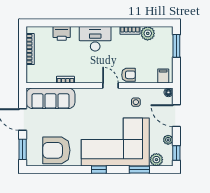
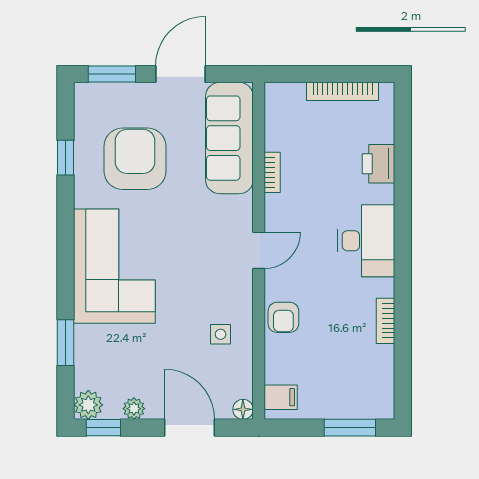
plant: (148, 33) -> (379, 362), removed
door: (110, 86) -> (259, 250), moved
door: (176, 116) -> (190, 428), hinge flipped
corner sofa: (115, 142) -> (114, 266), width x0.73, depth x0.74
armchair: (56, 150) -> (135, 159), moved
plant: (156, 160) -> (88, 405), moved
window: (99, 170) -> (65, 158), moved

